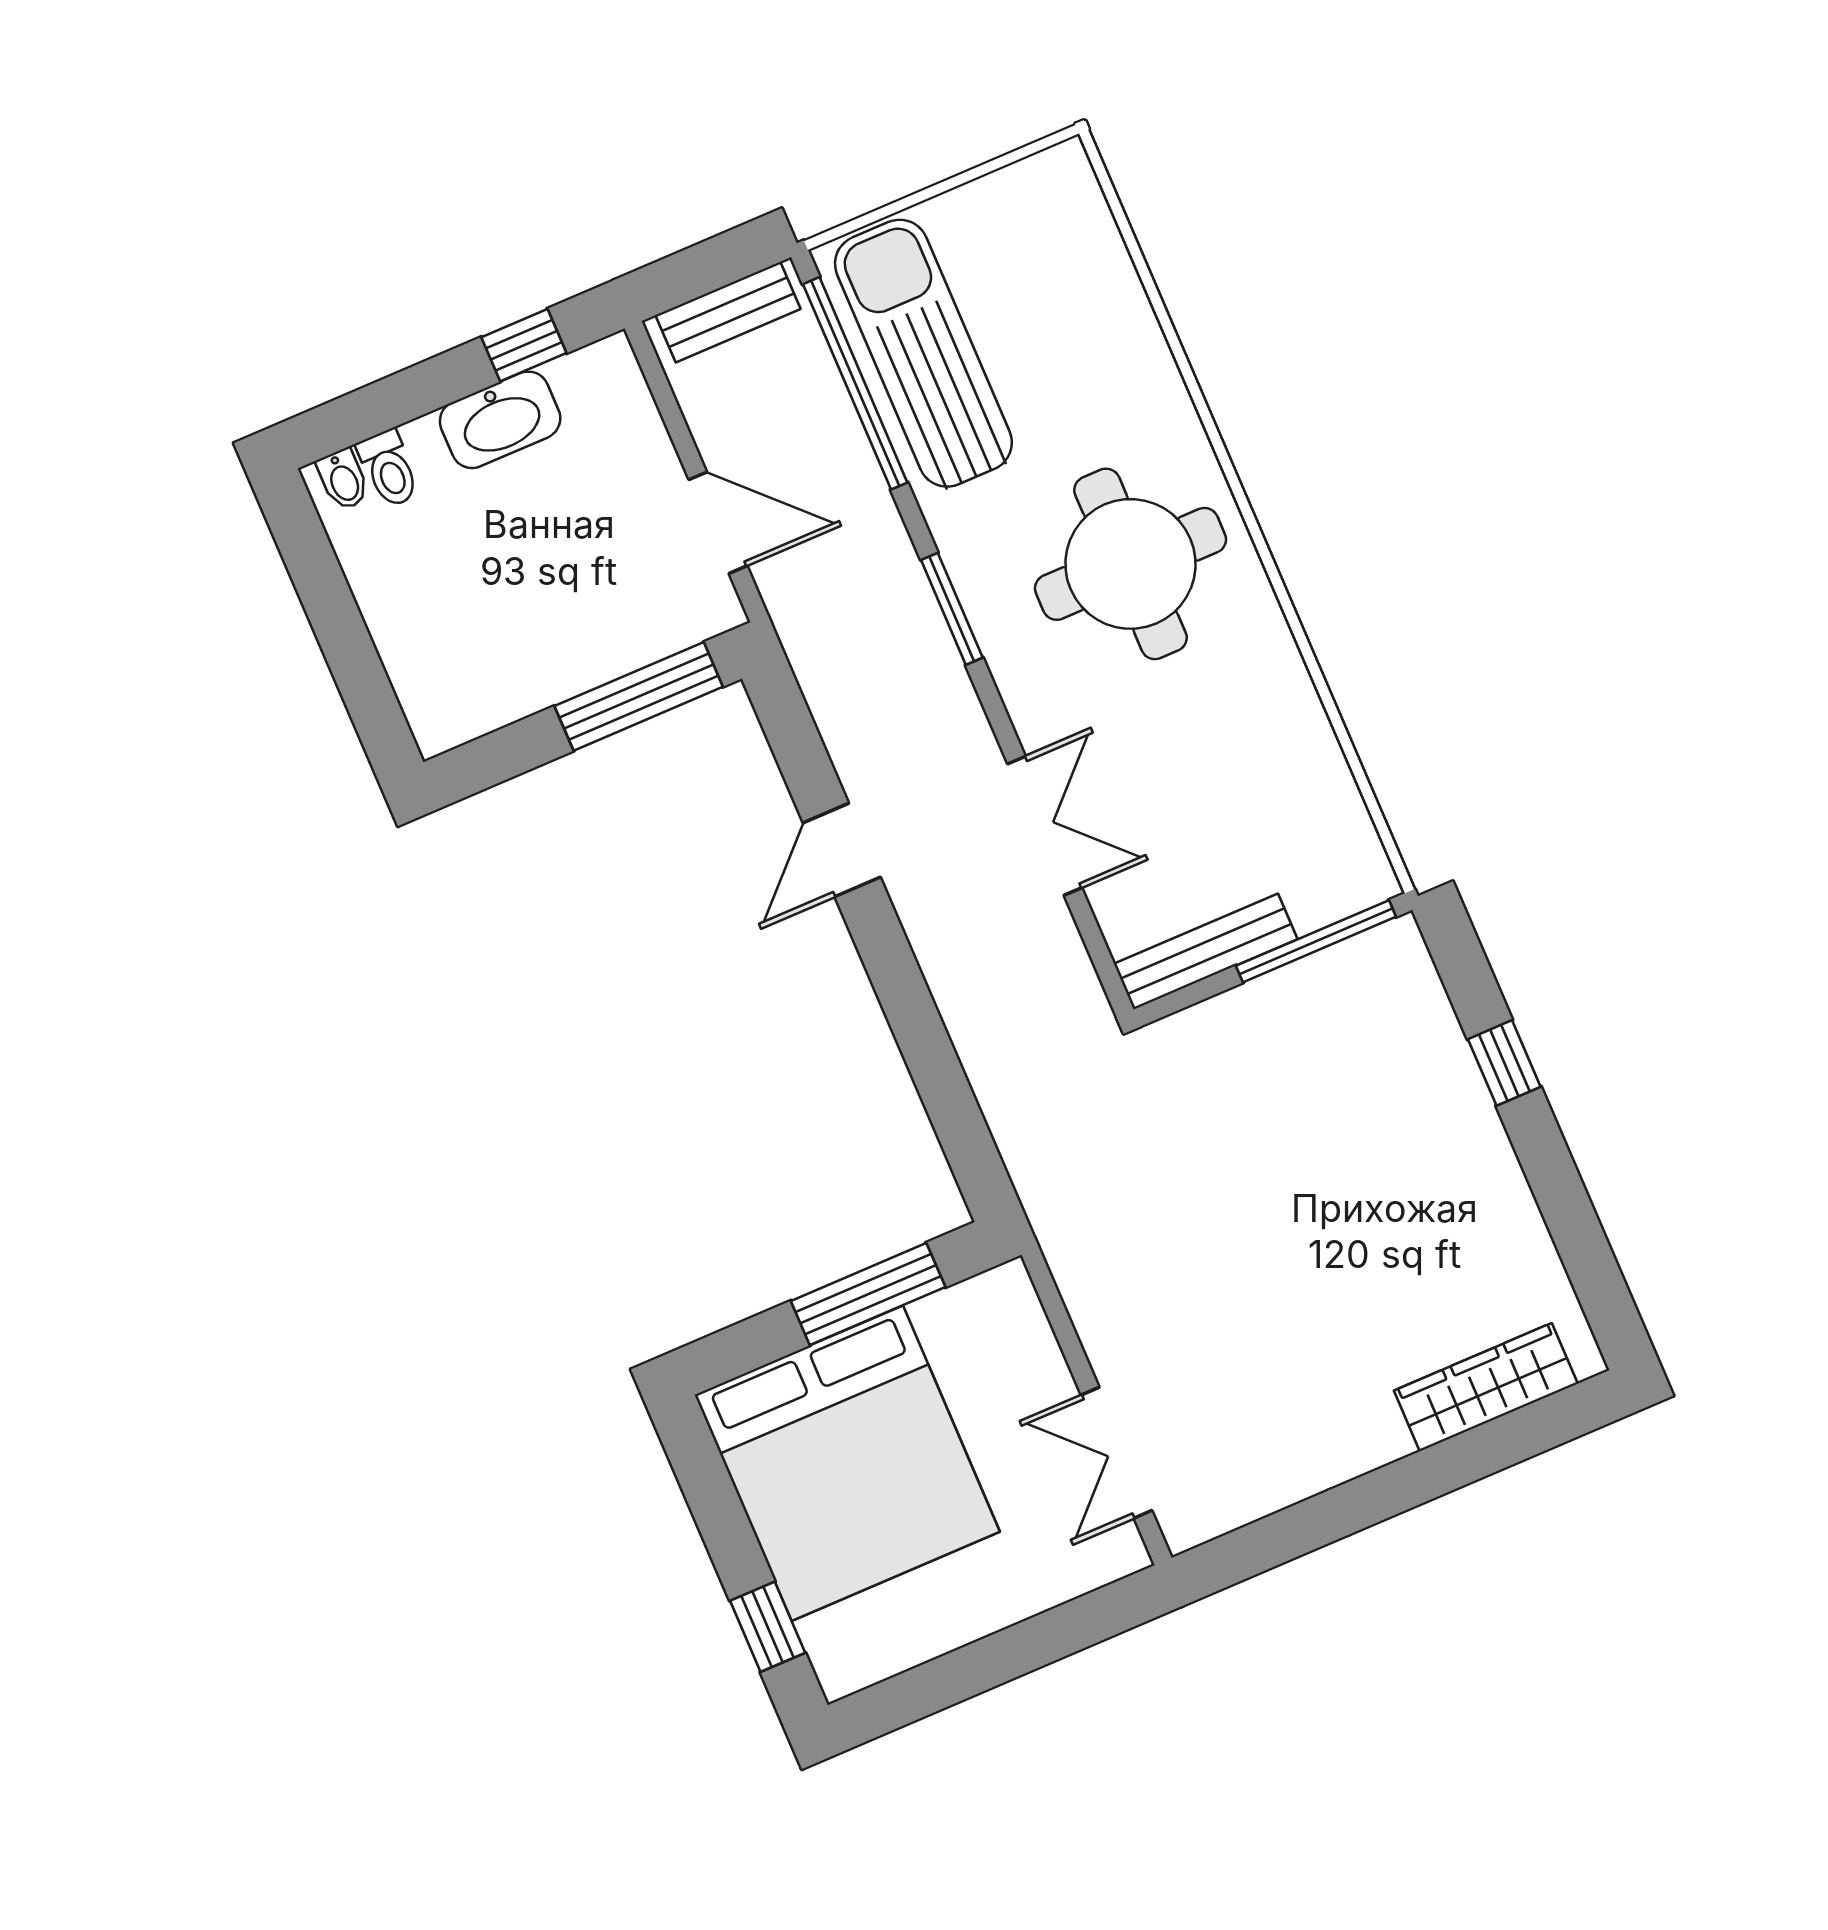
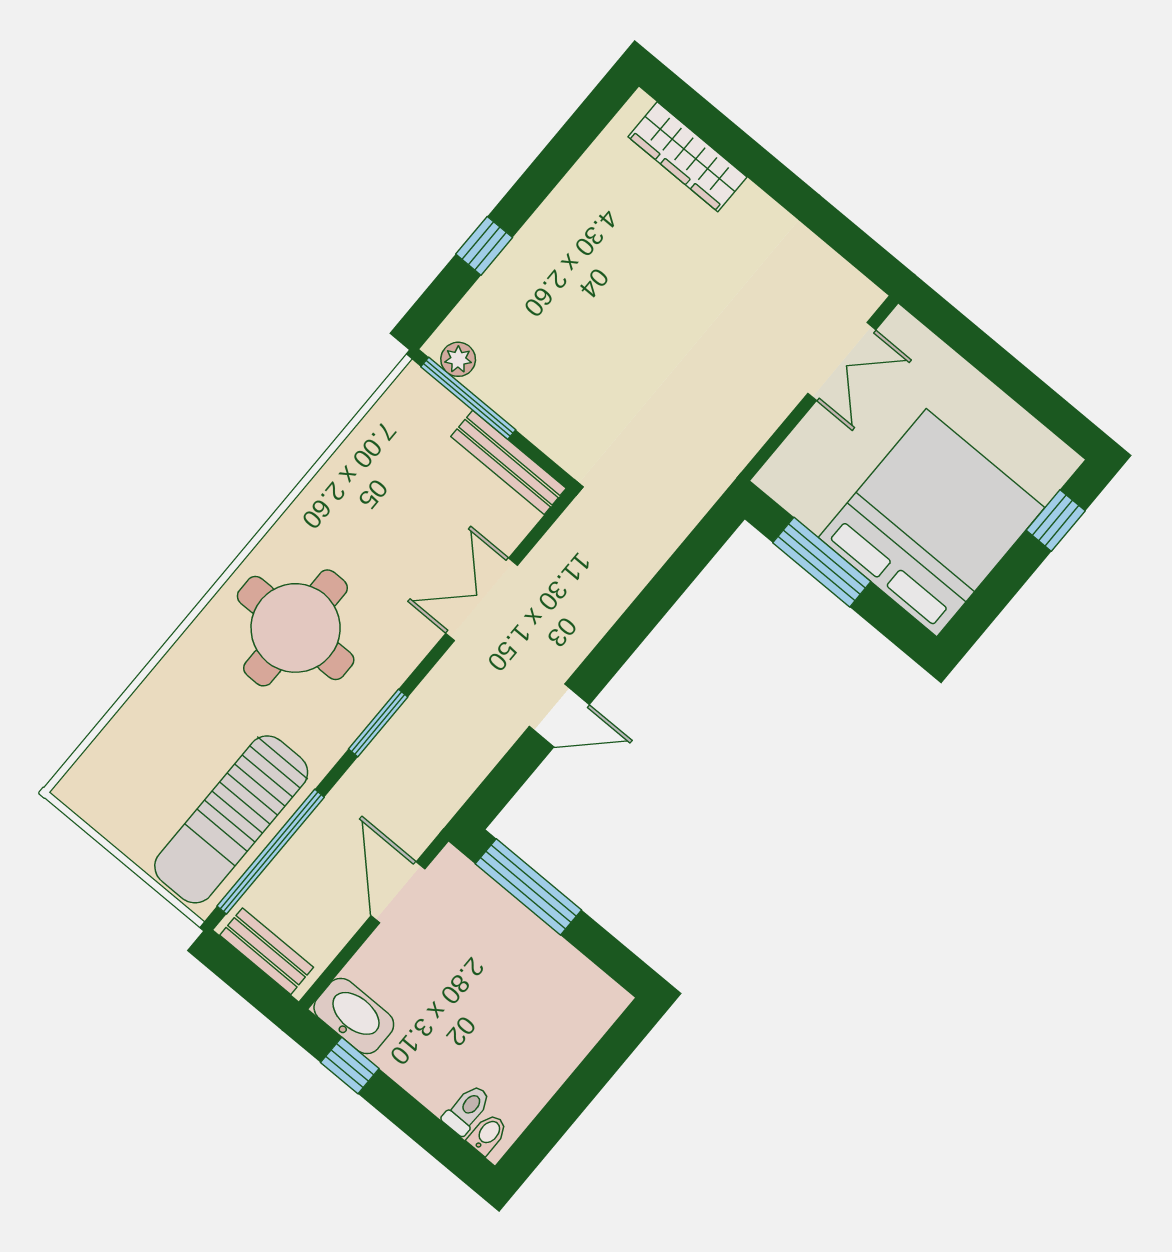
washbasin: (500, 420) -> (354, 1016), moved
plant: (1373, 954) -> (458, 359), added

